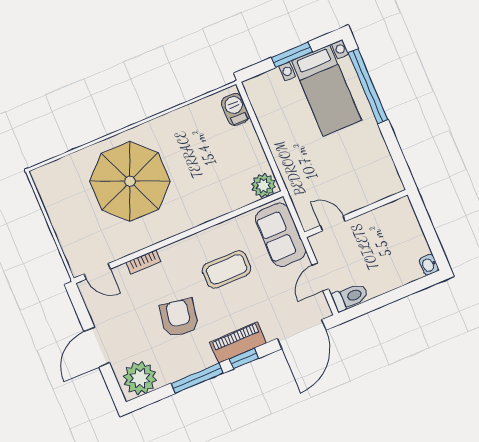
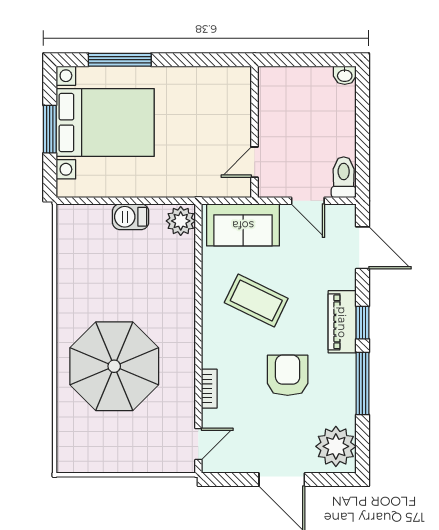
window: (368, 86) -> (120, 60), width x0.68
bed with nightstands: (326, 90) -> (105, 122), width x1.36
barbecue: (235, 110) -> (131, 217), moved
coffee table: (227, 269) -> (256, 300), turned -64
armchair: (179, 318) -> (288, 375), turned 80
door: (302, 334) -> (362, 248), width x0.73

